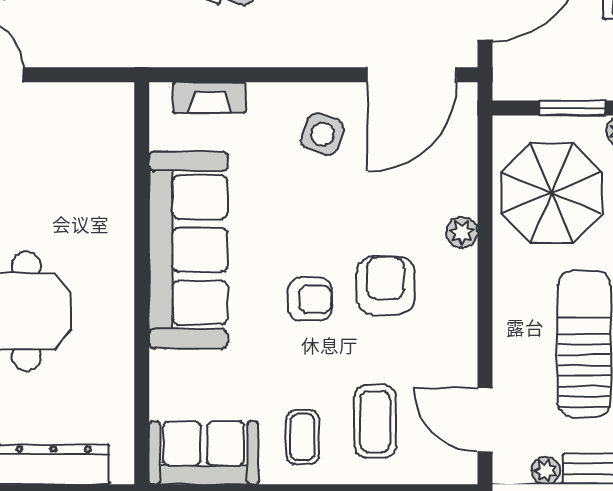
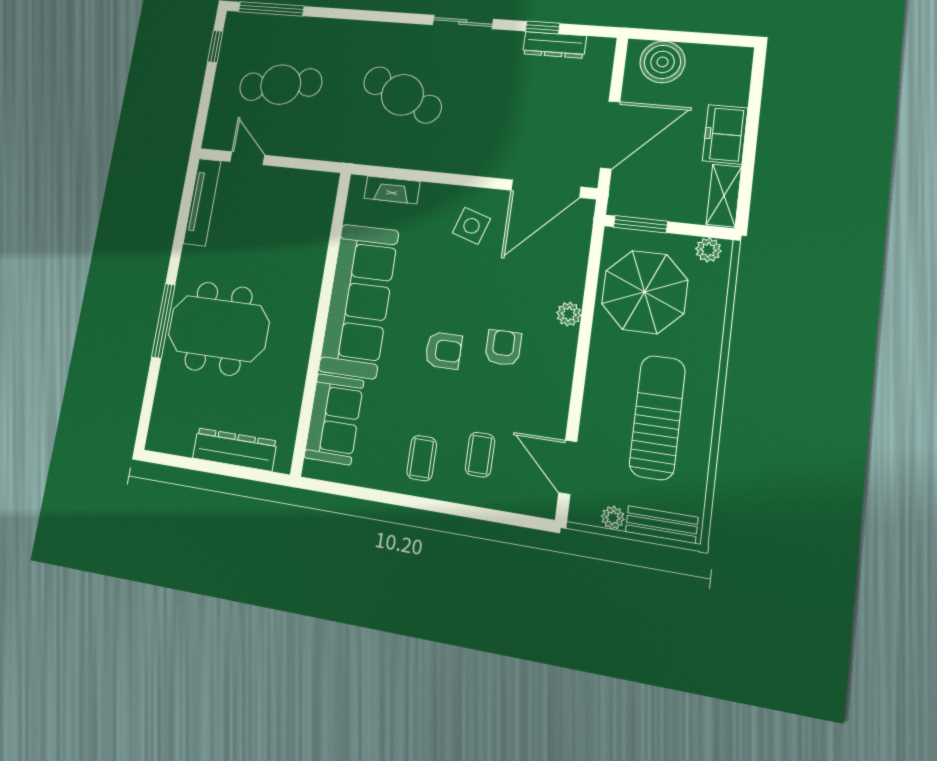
window: (573, 108) -> (641, 224), moved
armchair: (386, 285) -> (503, 348), width x0.72, depth x0.72
coffee table: (375, 421) -> (480, 455), width x0.73, depth x0.77
sofa: (204, 453) -> (334, 419), moved, turned 90

